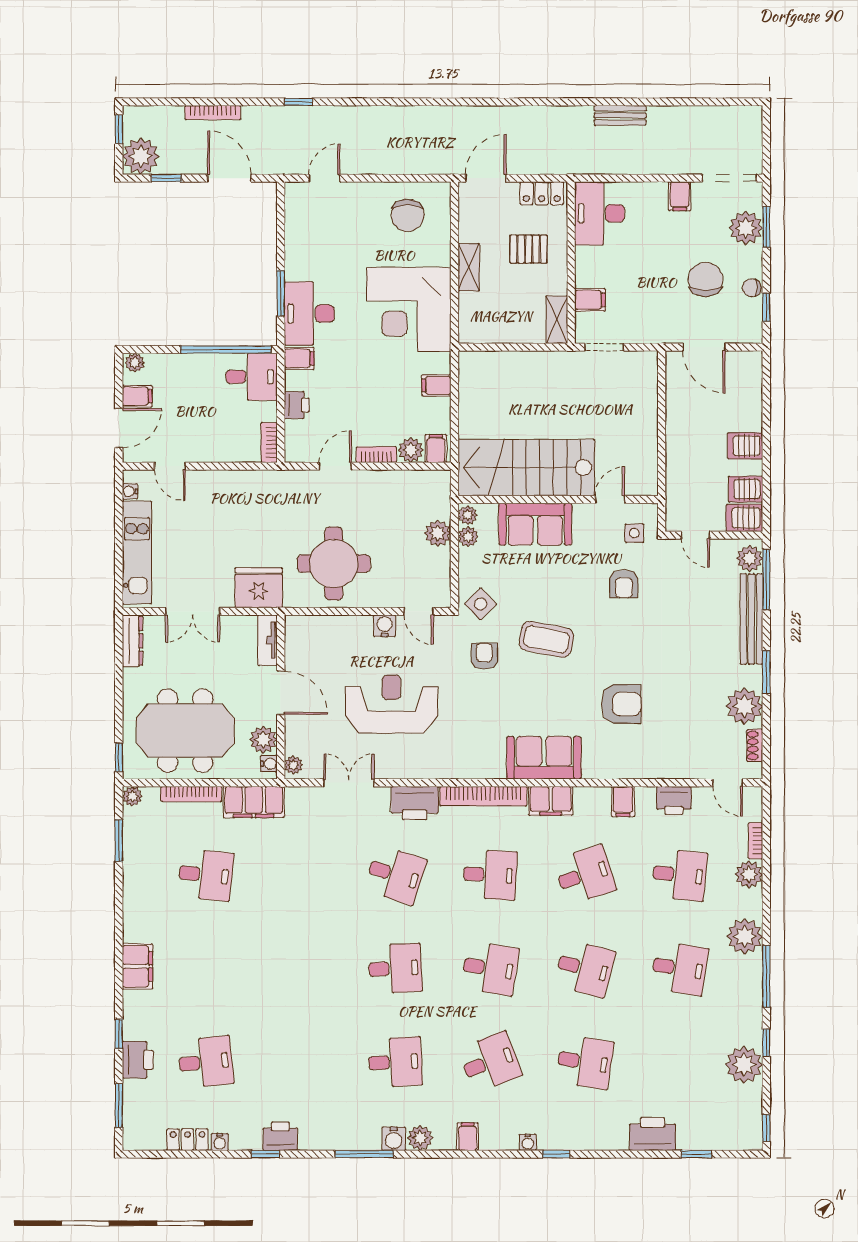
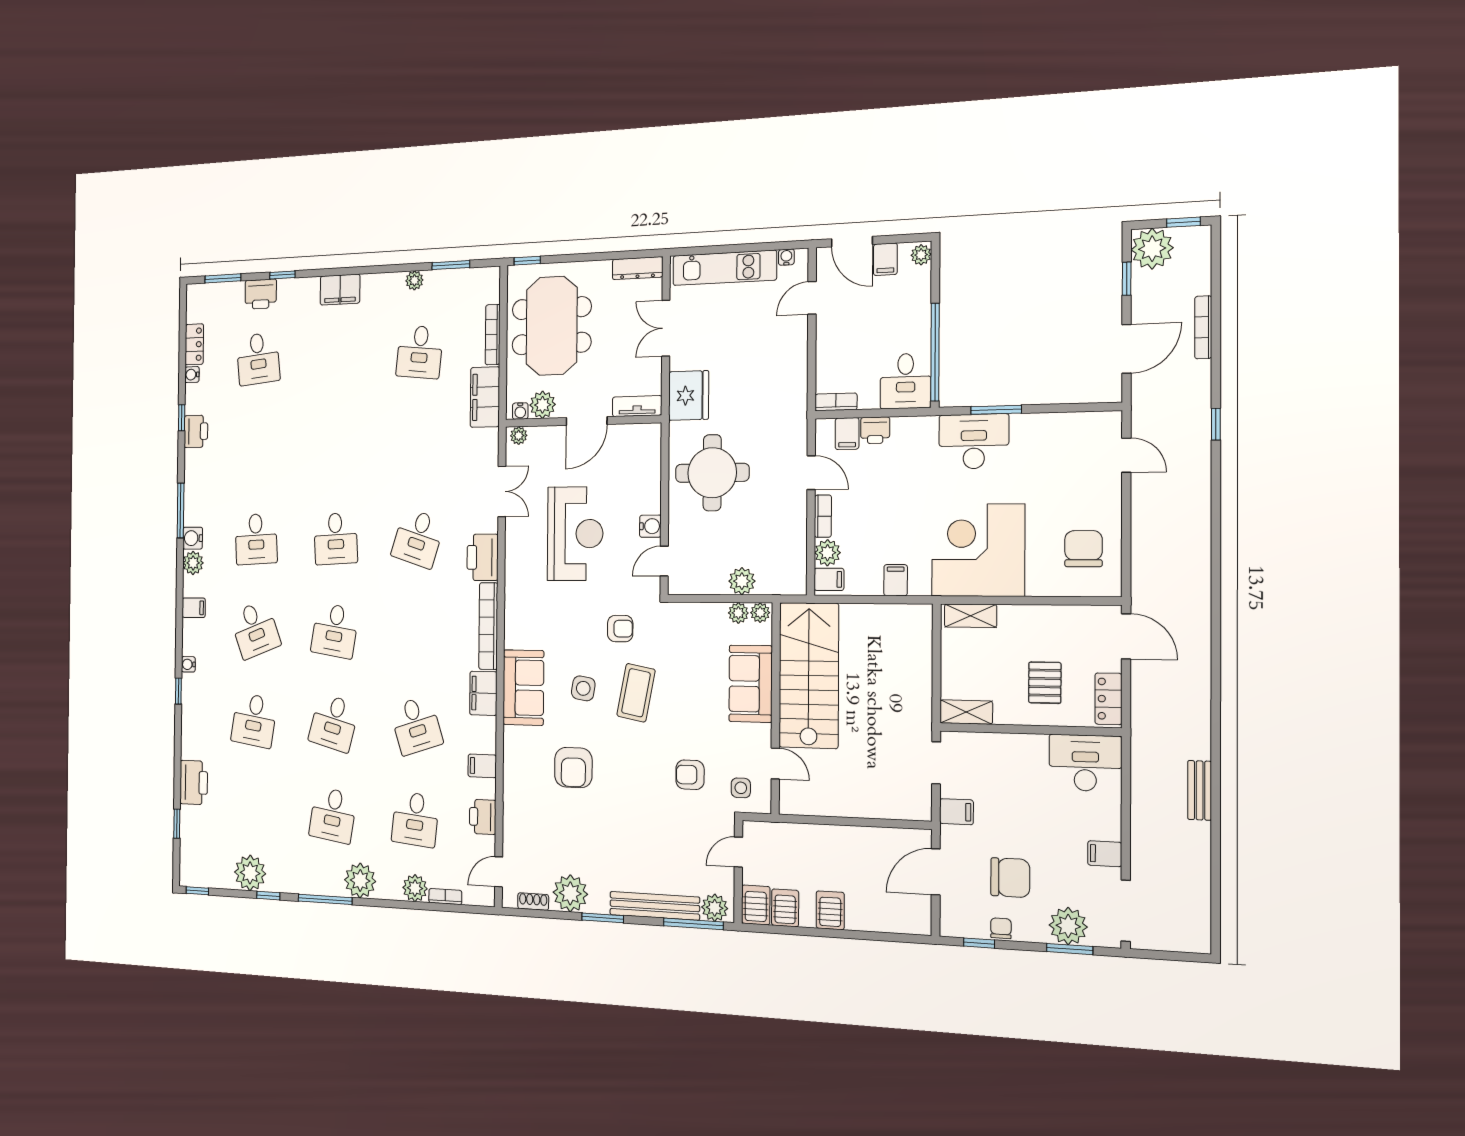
chair: (408, 215) -> (1084, 549), turned 90
shelving: (469, 267) -> (971, 616), moved
filing cabinet: (590, 300) -> (956, 812), moved, turned -90
filing cabinet: (299, 358) -> (847, 434), moved
side table: (480, 604) -> (583, 688), moved, turned -37
plant: (132, 796) -> (414, 280), moved
desk: (490, 875) -> (417, 632), removed

